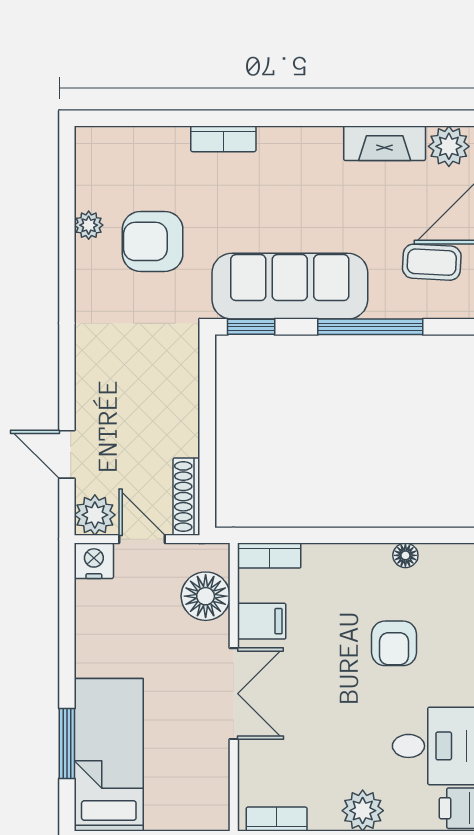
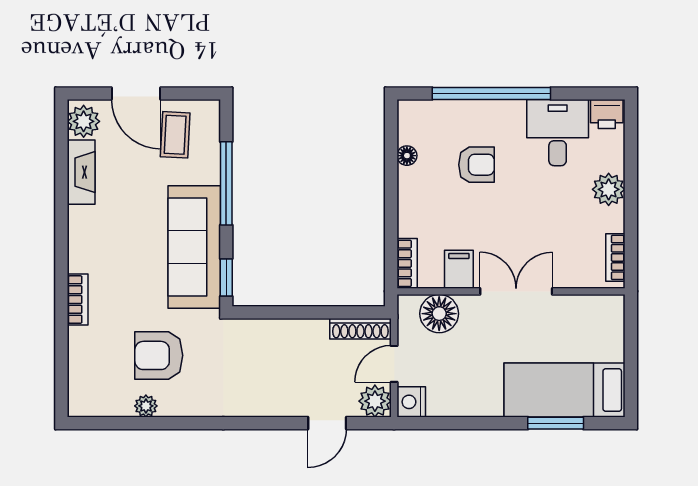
armchair: (153, 241) -> (159, 355), turned 90

